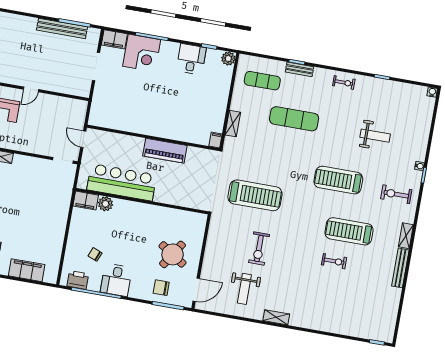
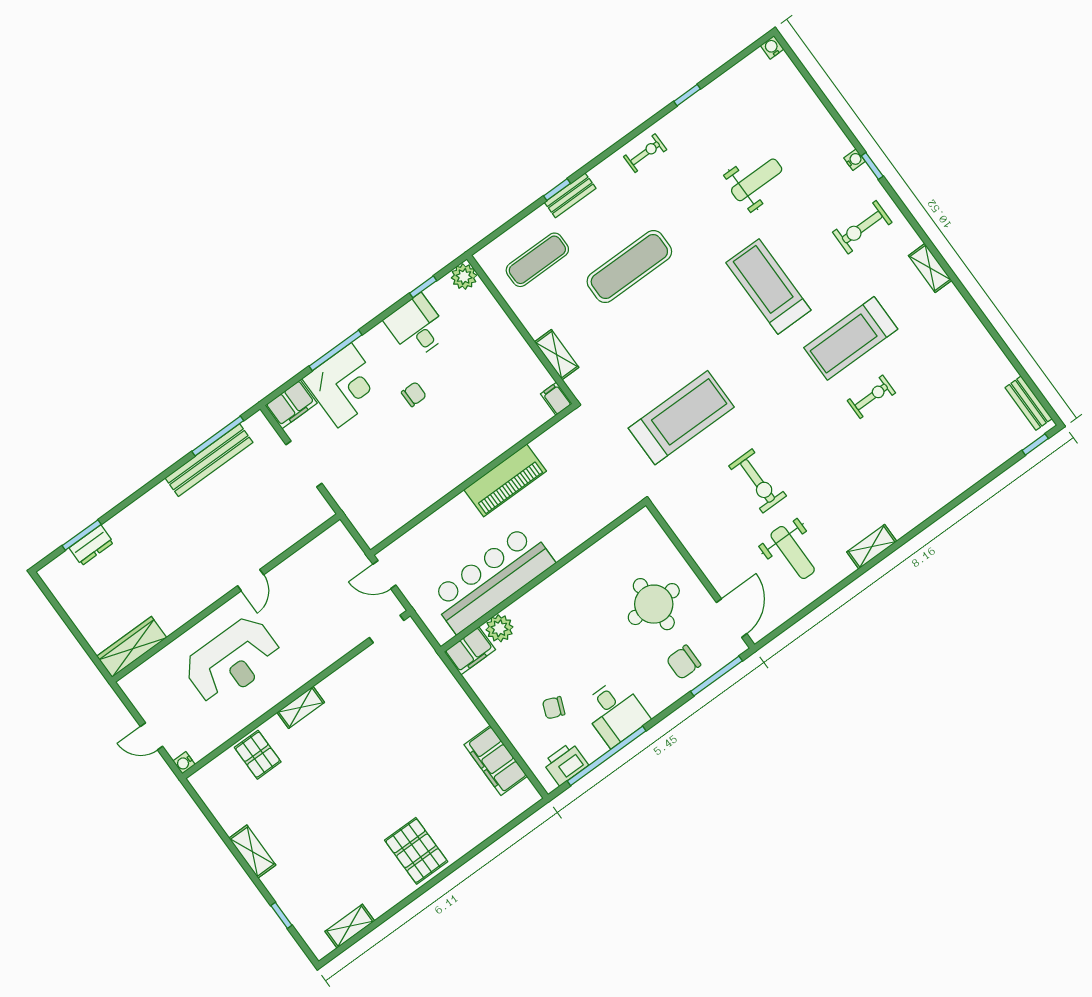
chair: (164, 83) -> (414, 394), added
treadmill: (338, 180) -> (768, 286), turned 90
round table: (173, 254) -> (654, 604), turned -33
bench: (400, 268) -> (1029, 403), moved, width x0.73
filing cabinet: (27, 270) -> (496, 760), moved, turned -90

